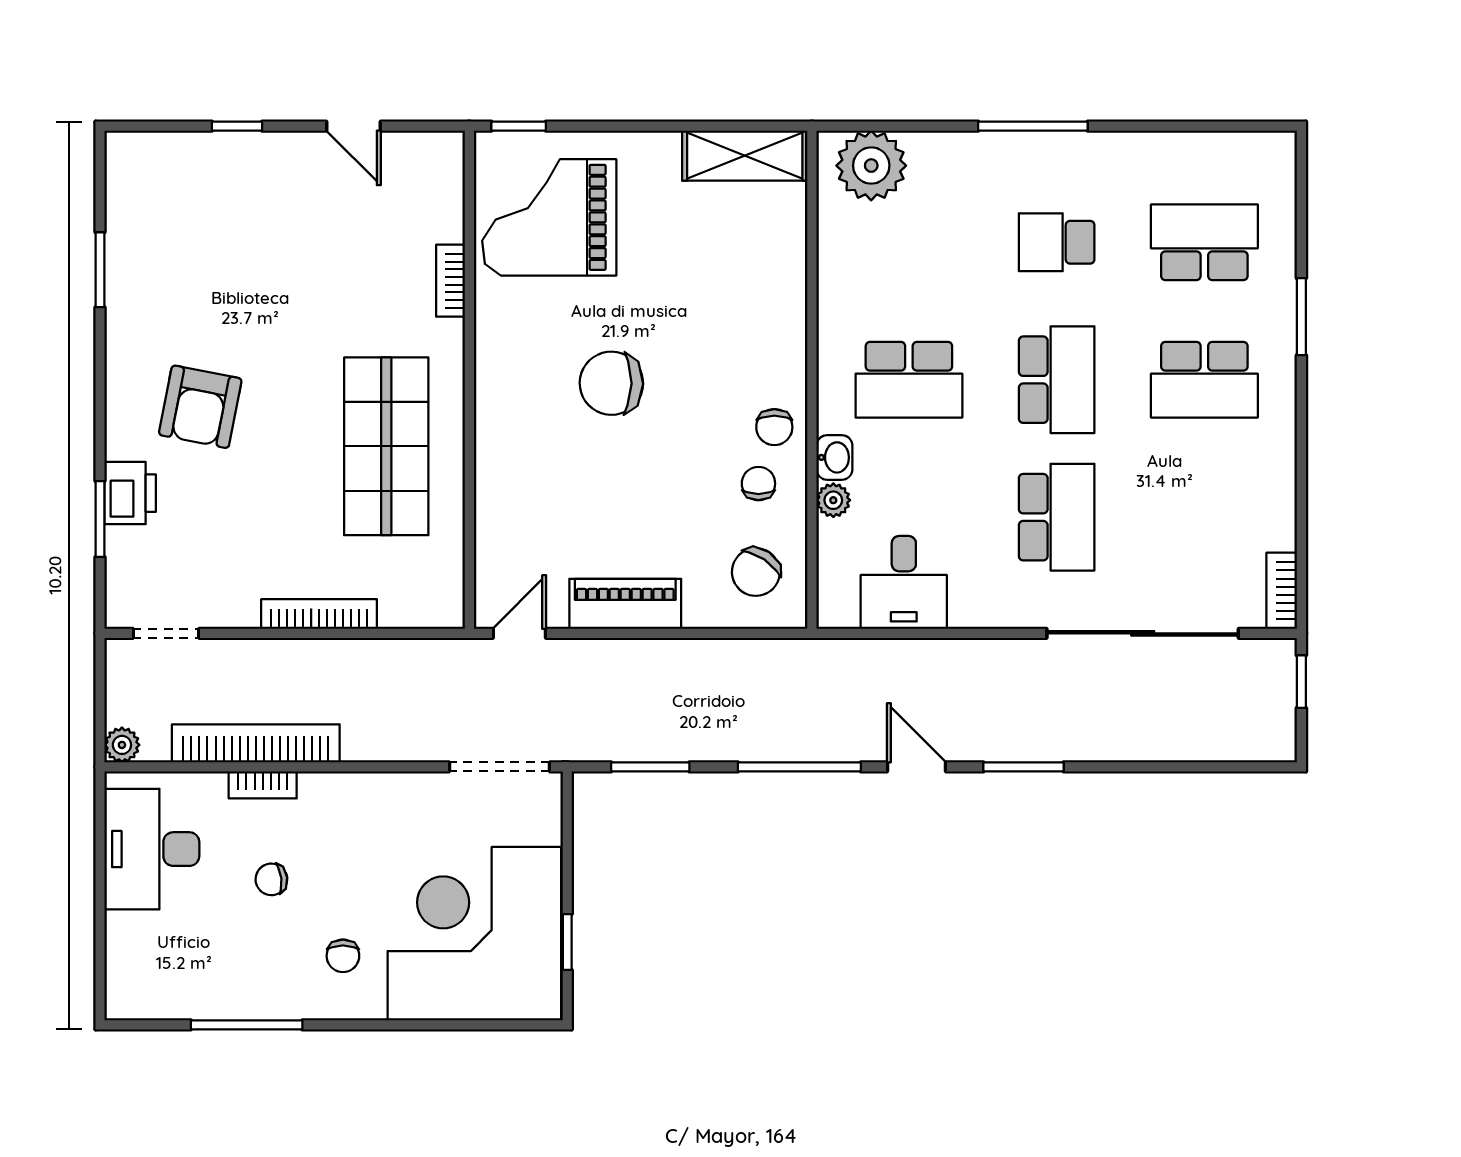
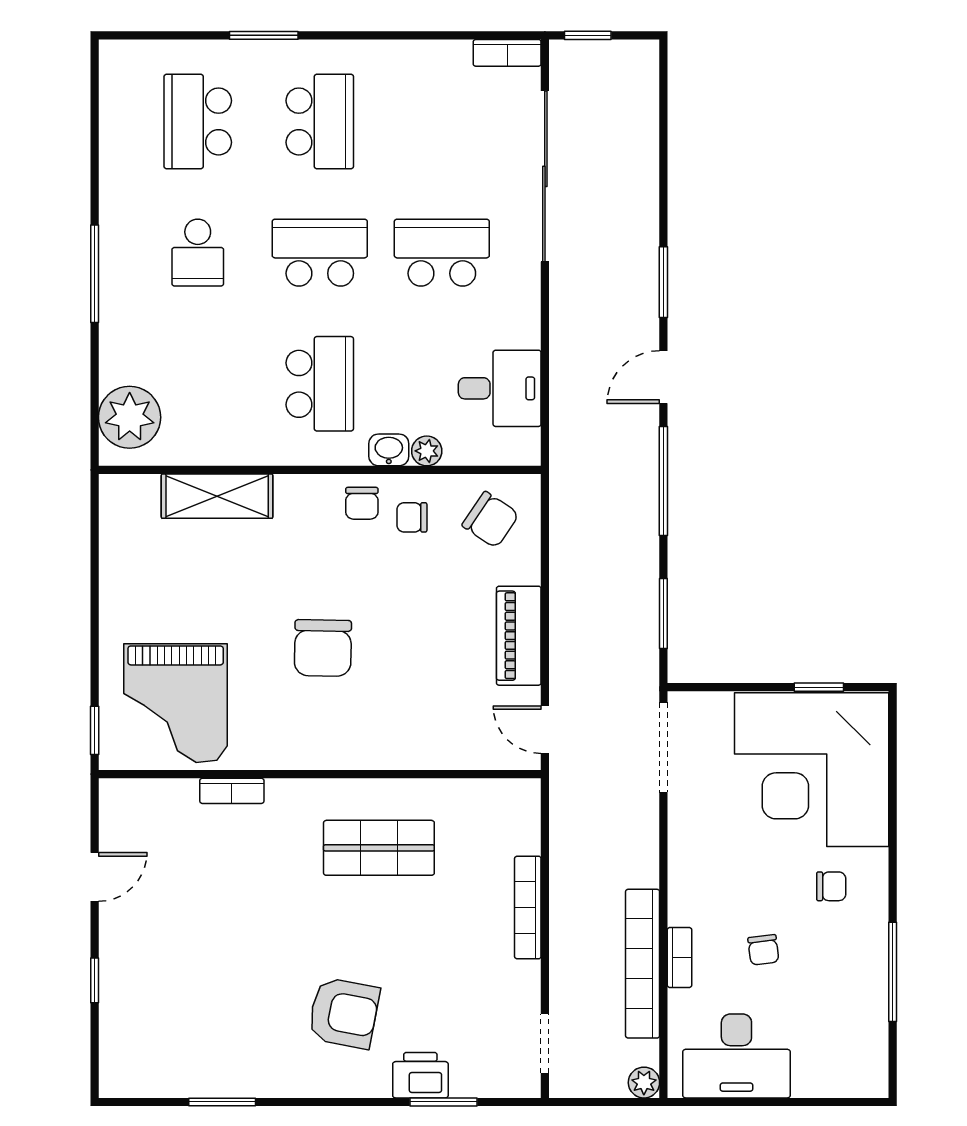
shelving: (745, 156) -> (217, 496), moved, turned 90
chair: (774, 427) -> (362, 503), turned 90
shop shelf: (386, 446) -> (379, 848), width x0.70, depth x0.74

